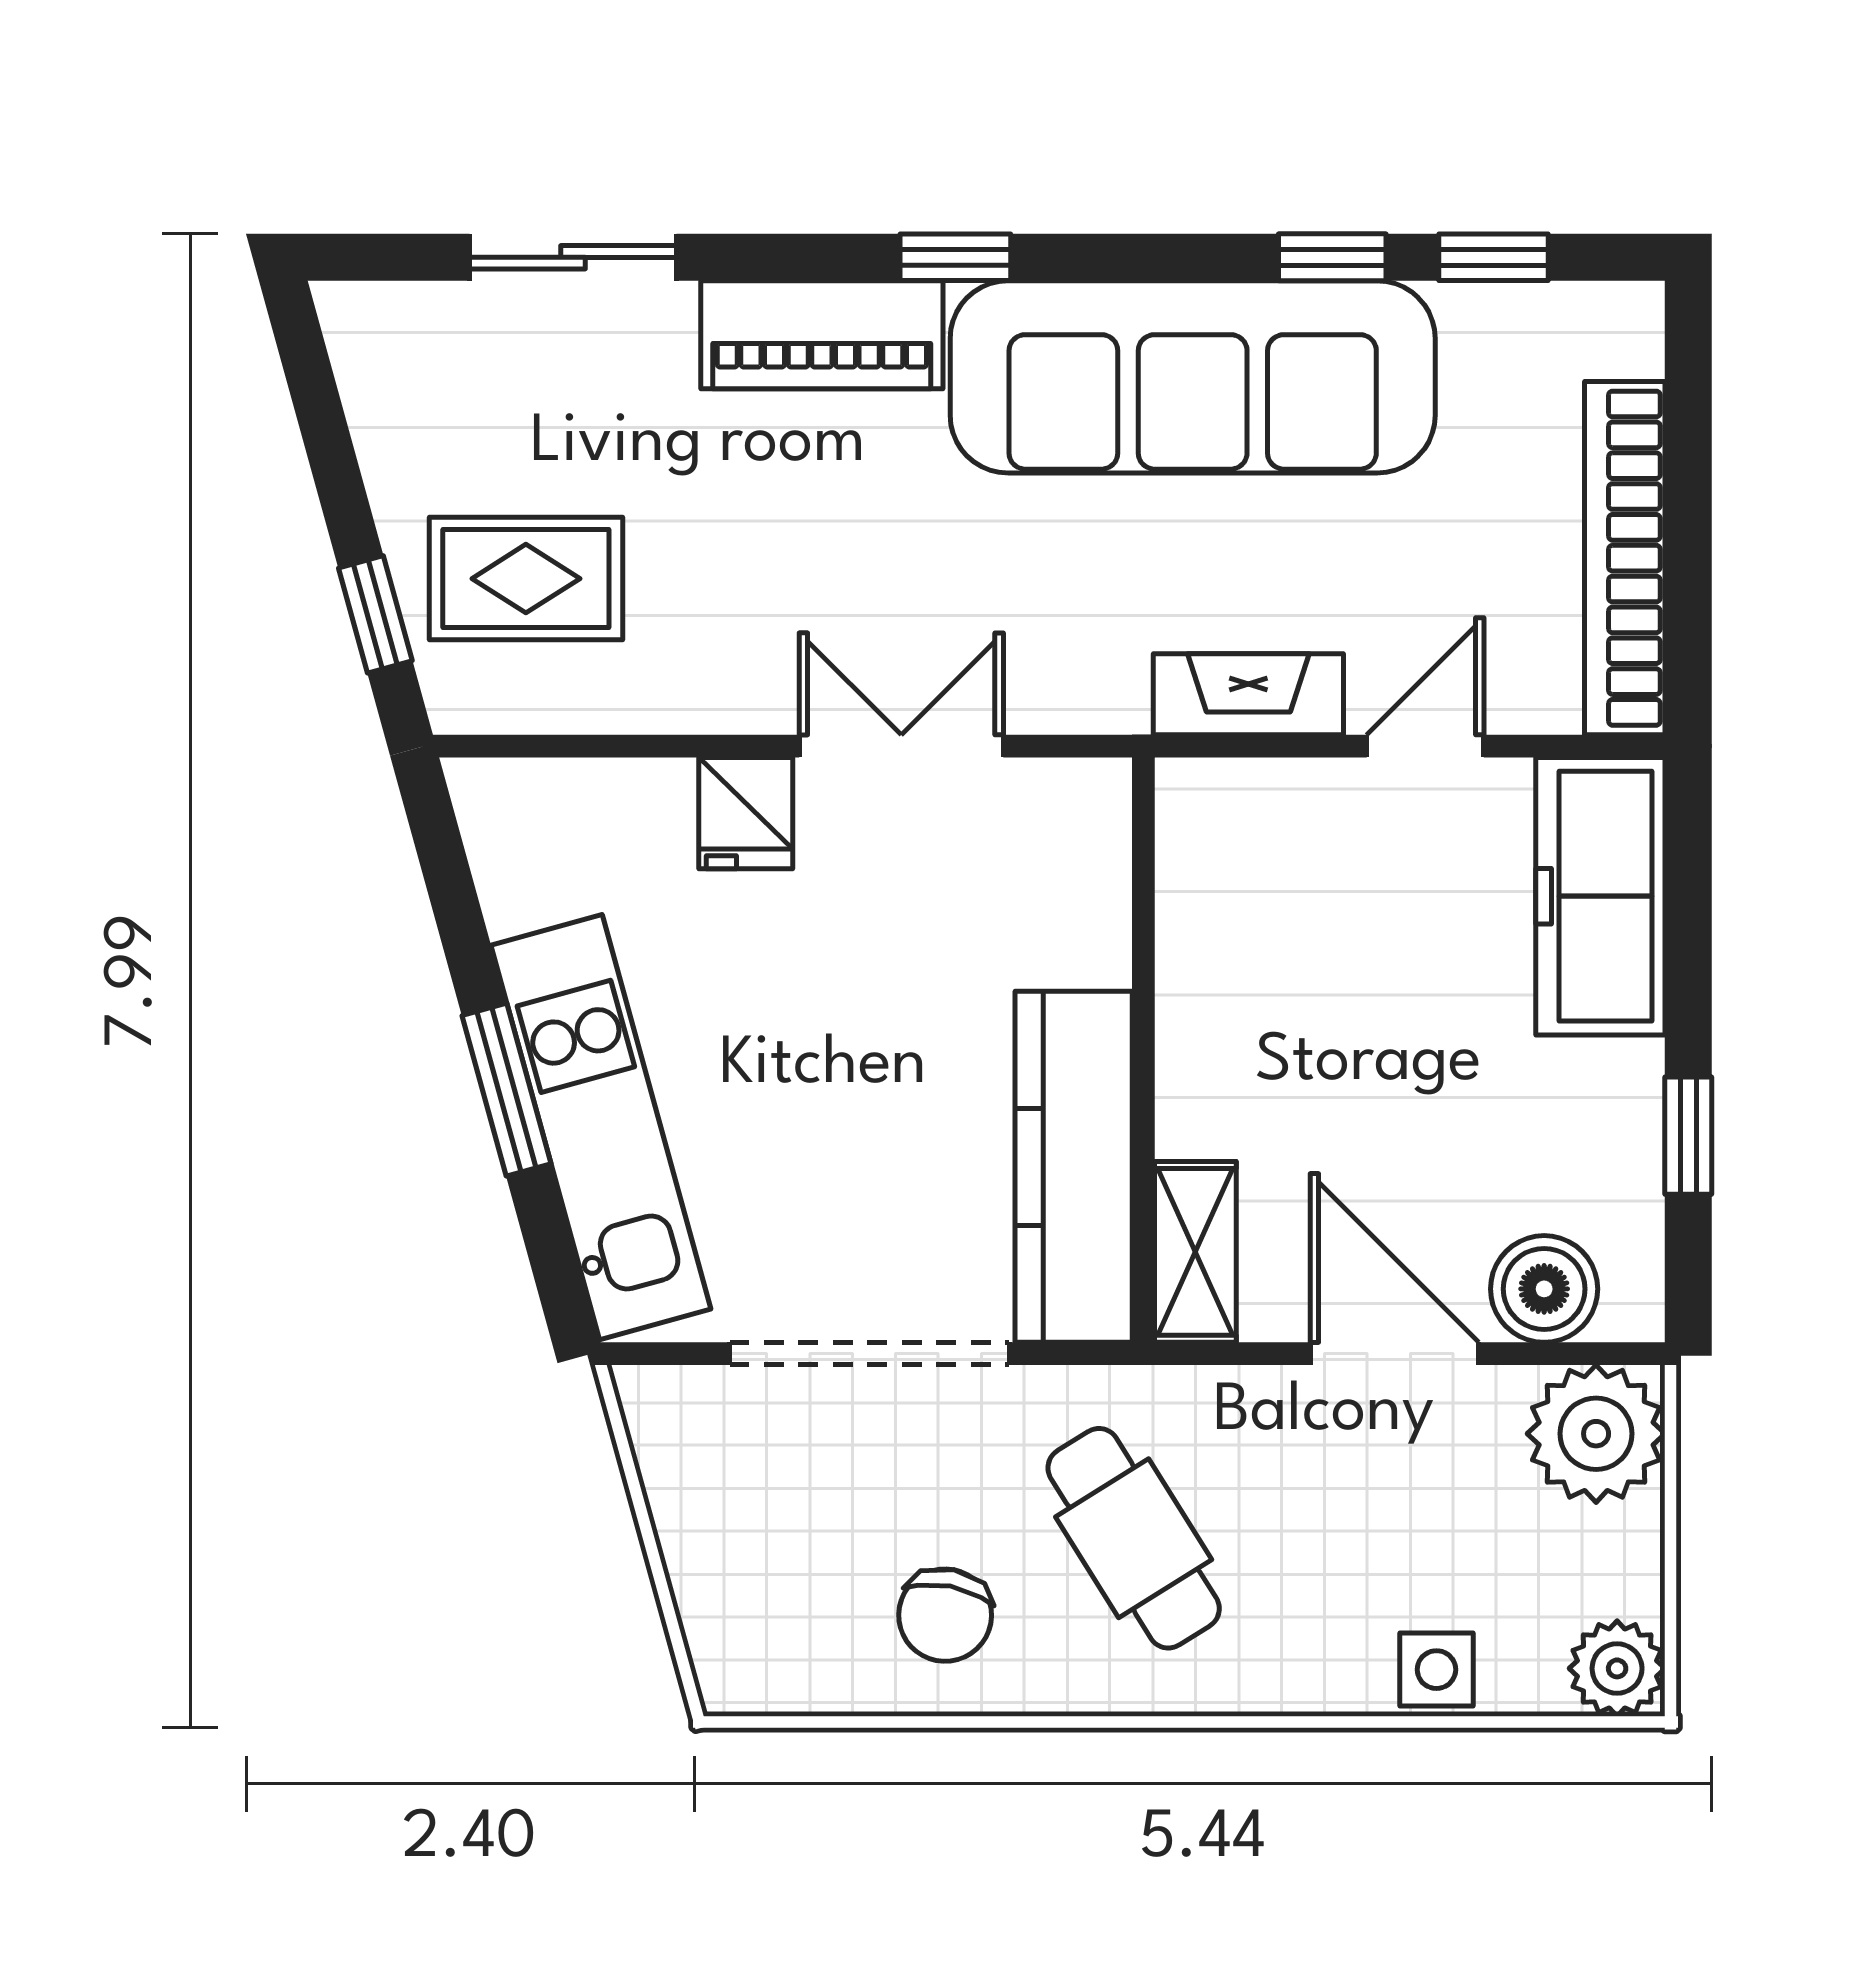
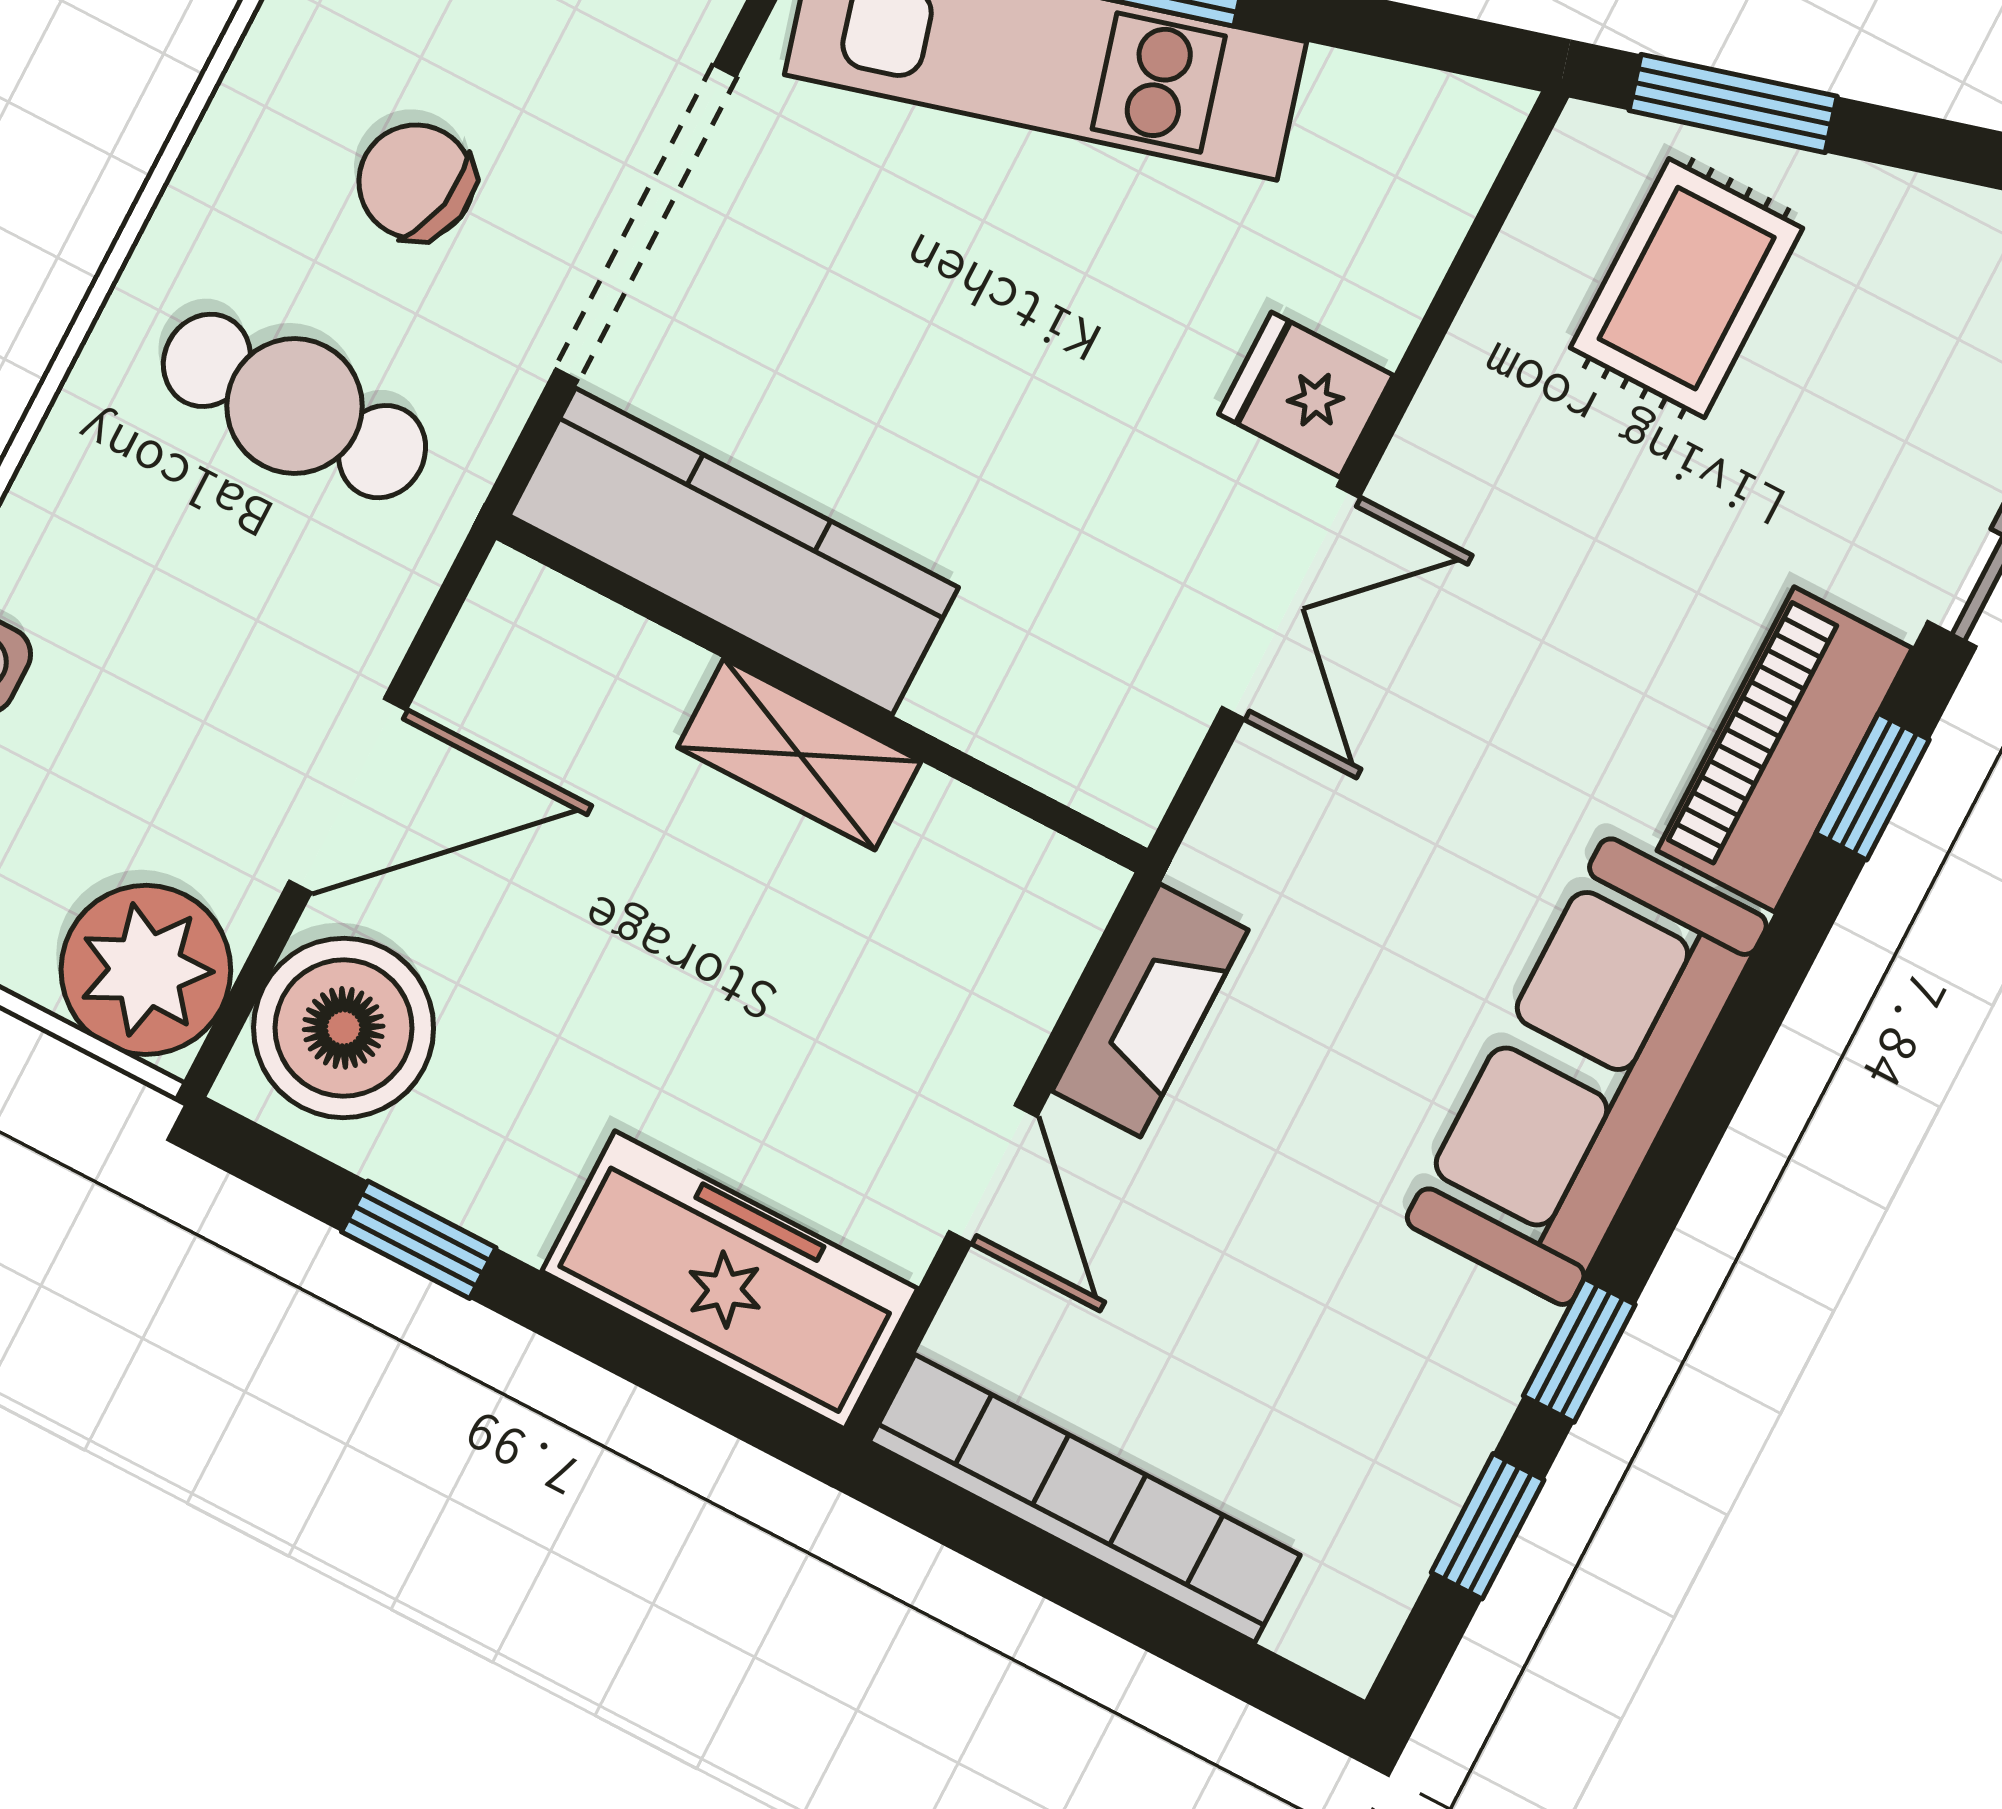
window: (955, 257) -> (1873, 787), moved
sofa: (1193, 377) -> (1587, 1072), width x0.74, depth x0.79
window: (375, 614) -> (1733, 103), width x1.50
shelving: (1195, 1252) -> (799, 754), moved
boiler: (1544, 1289) -> (344, 1028), width x1.37, depth x1.37
cafe table: (1134, 1538) -> (294, 406), turned 32
chair: (945, 1615) -> (416, 182), moved

